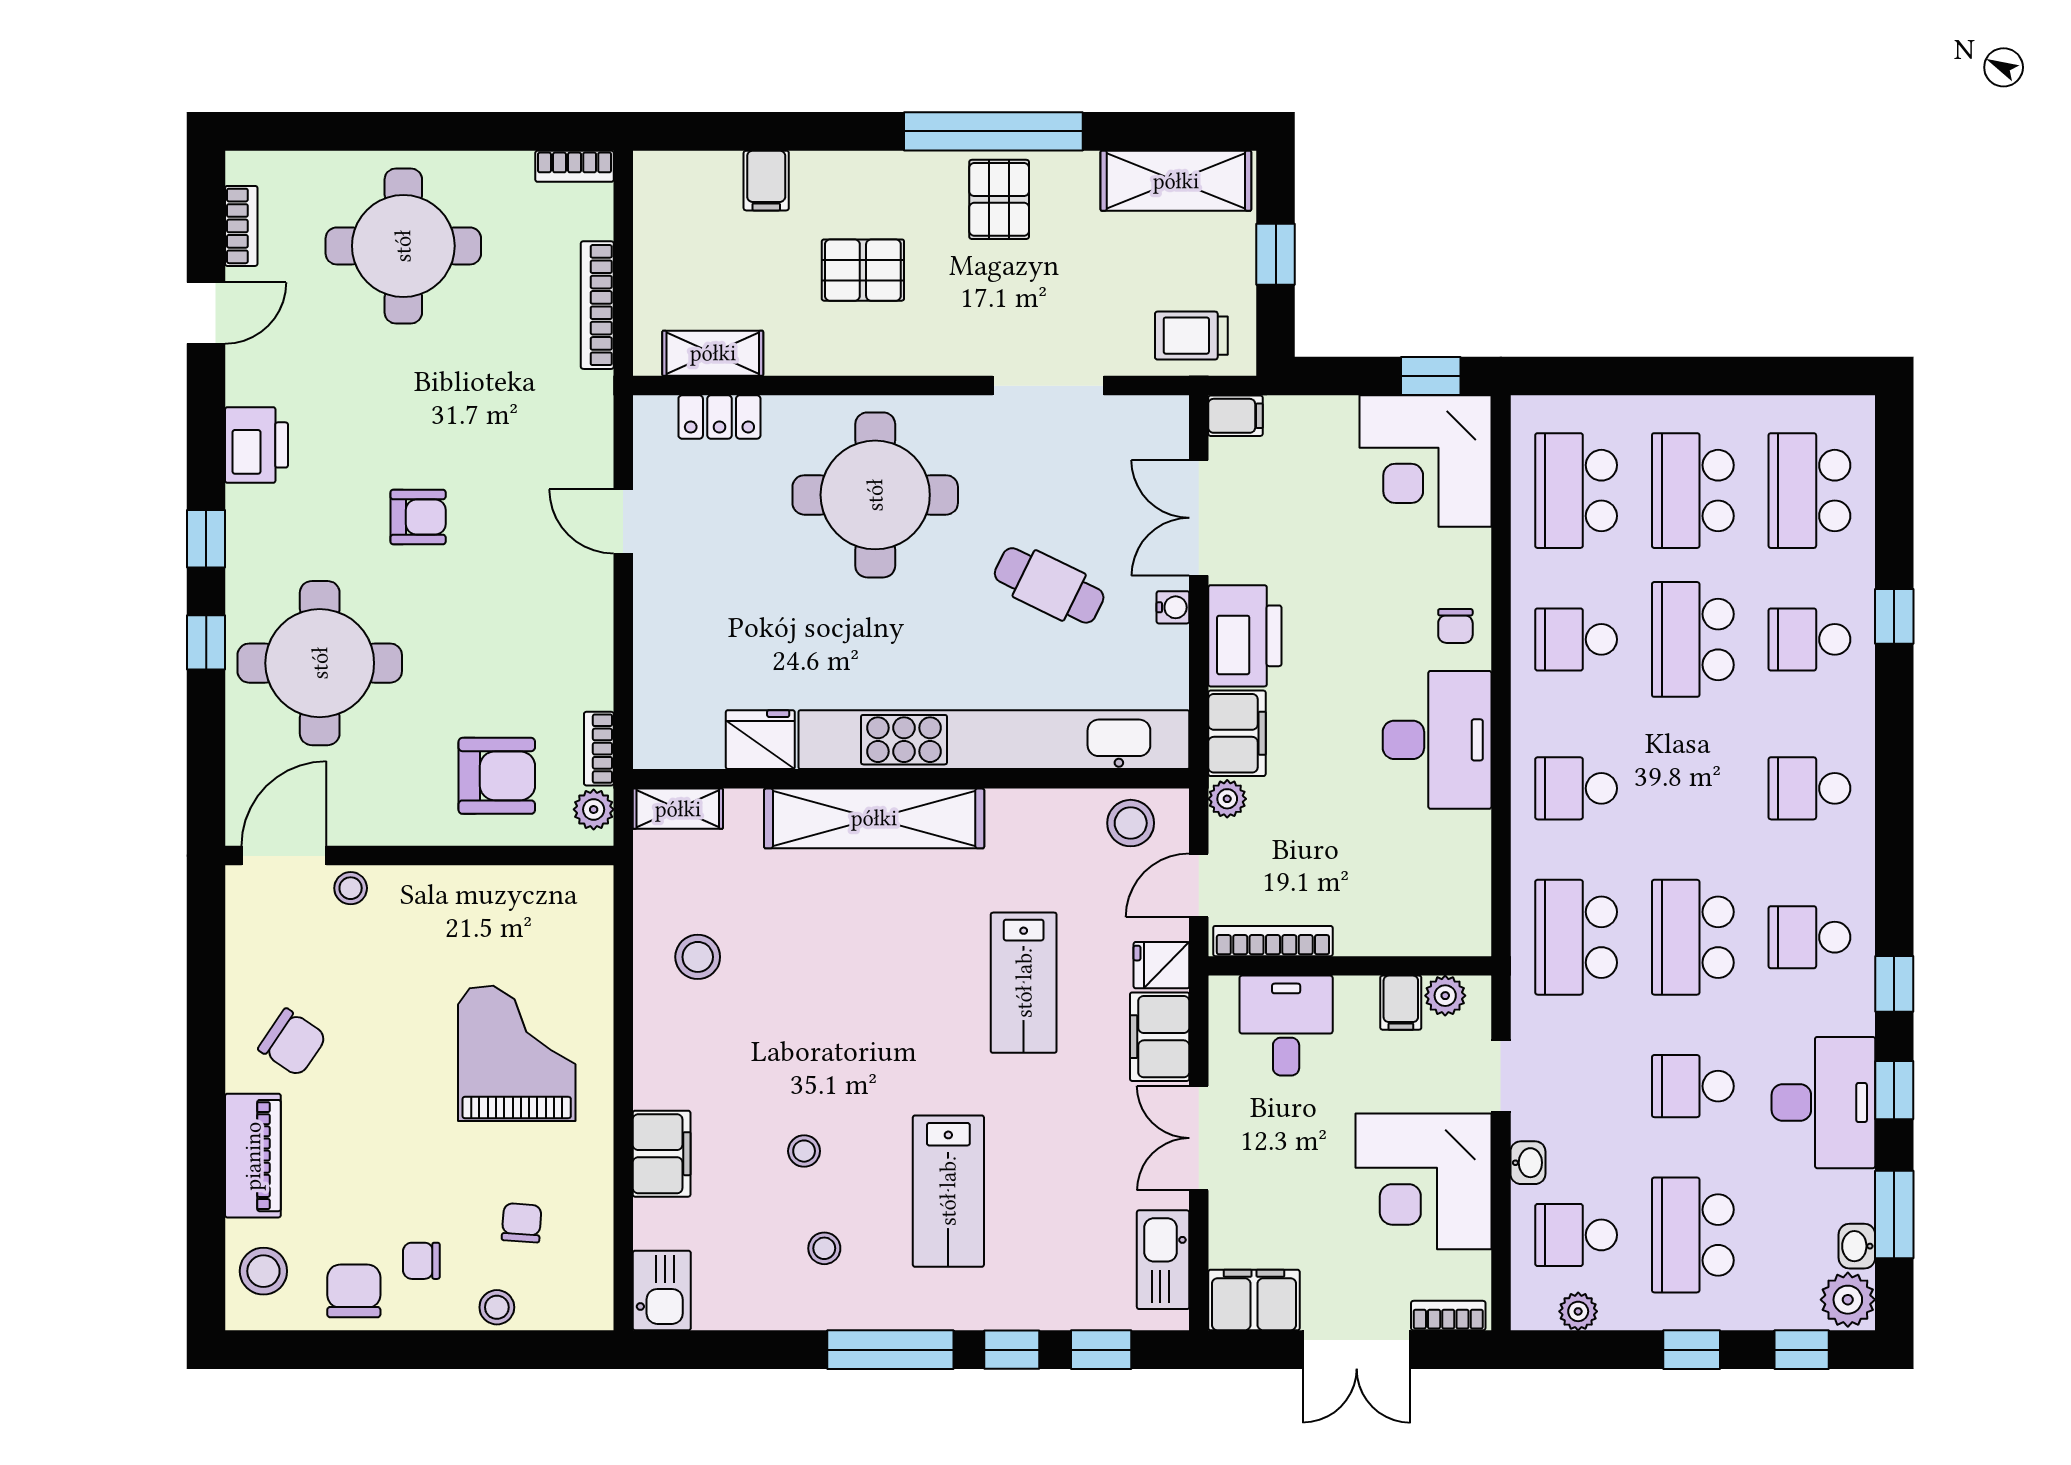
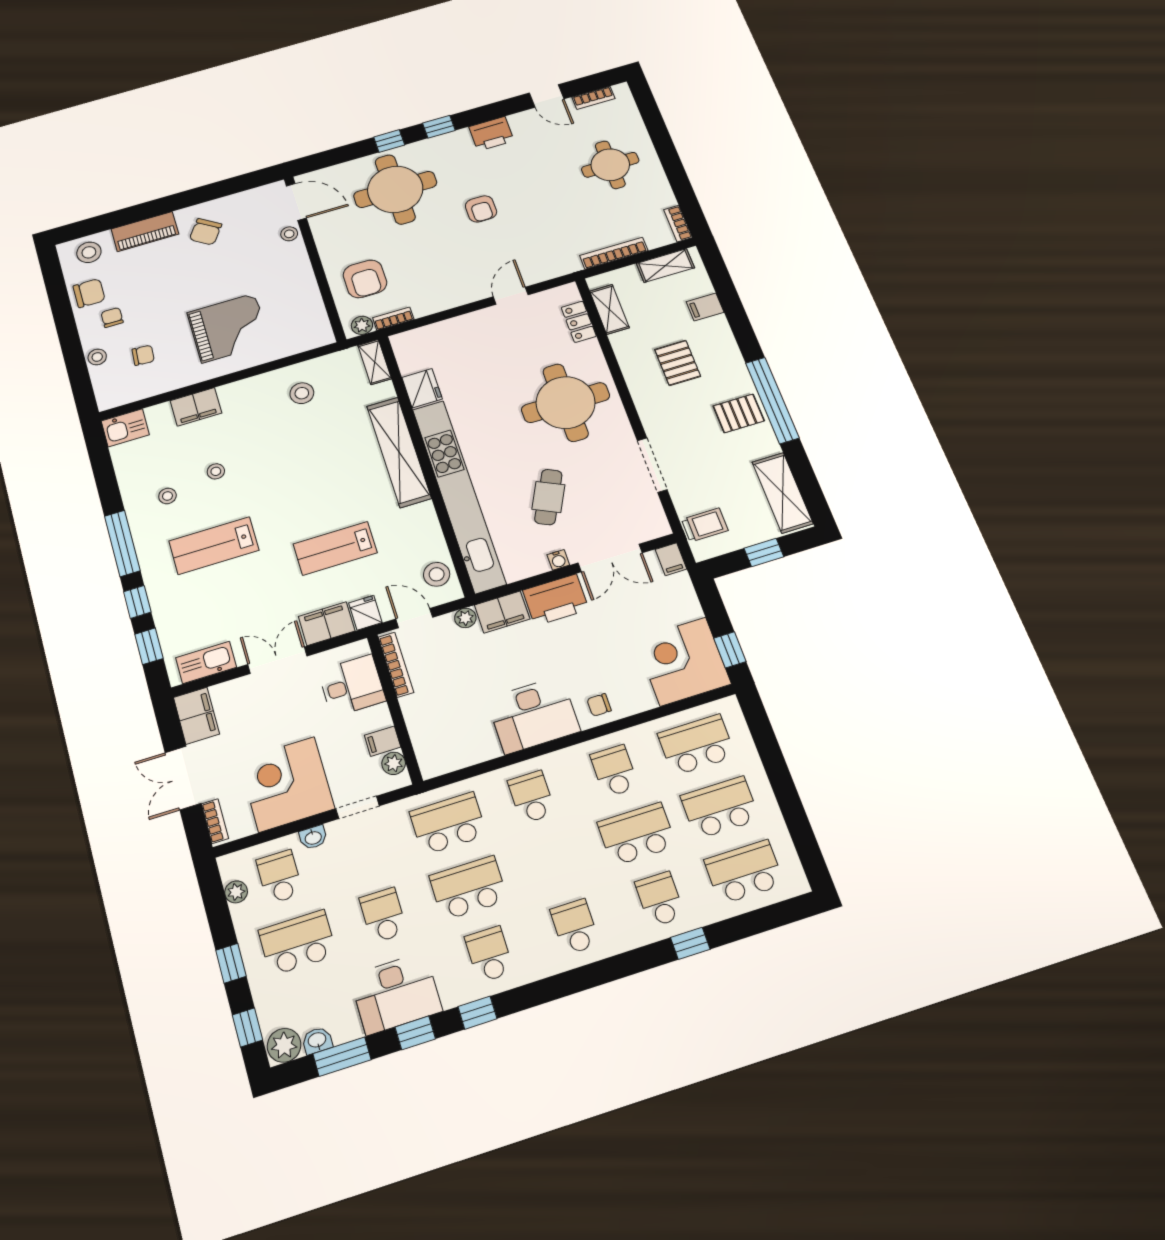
shelving: (656, 221) -> (665, 266), added
round table: (403, 246) -> (610, 165), width x0.73, depth x0.73
trolley: (1191, 336) -> (705, 525), turned 90
double door: (1199, 518) -> (610, 558), swing flipped

